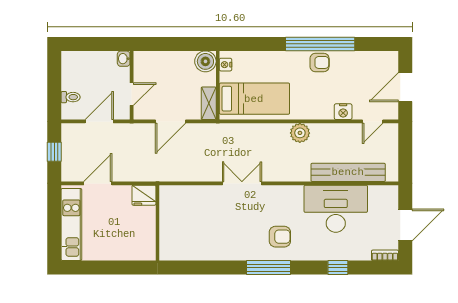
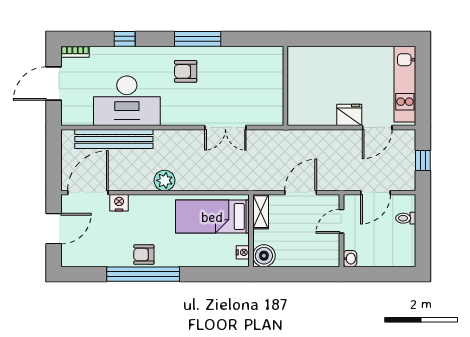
door: (373, 121) -> (88, 193), width x1.88
fridge: (144, 195) -> (349, 115), moved
wall: (158, 223) -> (285, 86), moved

